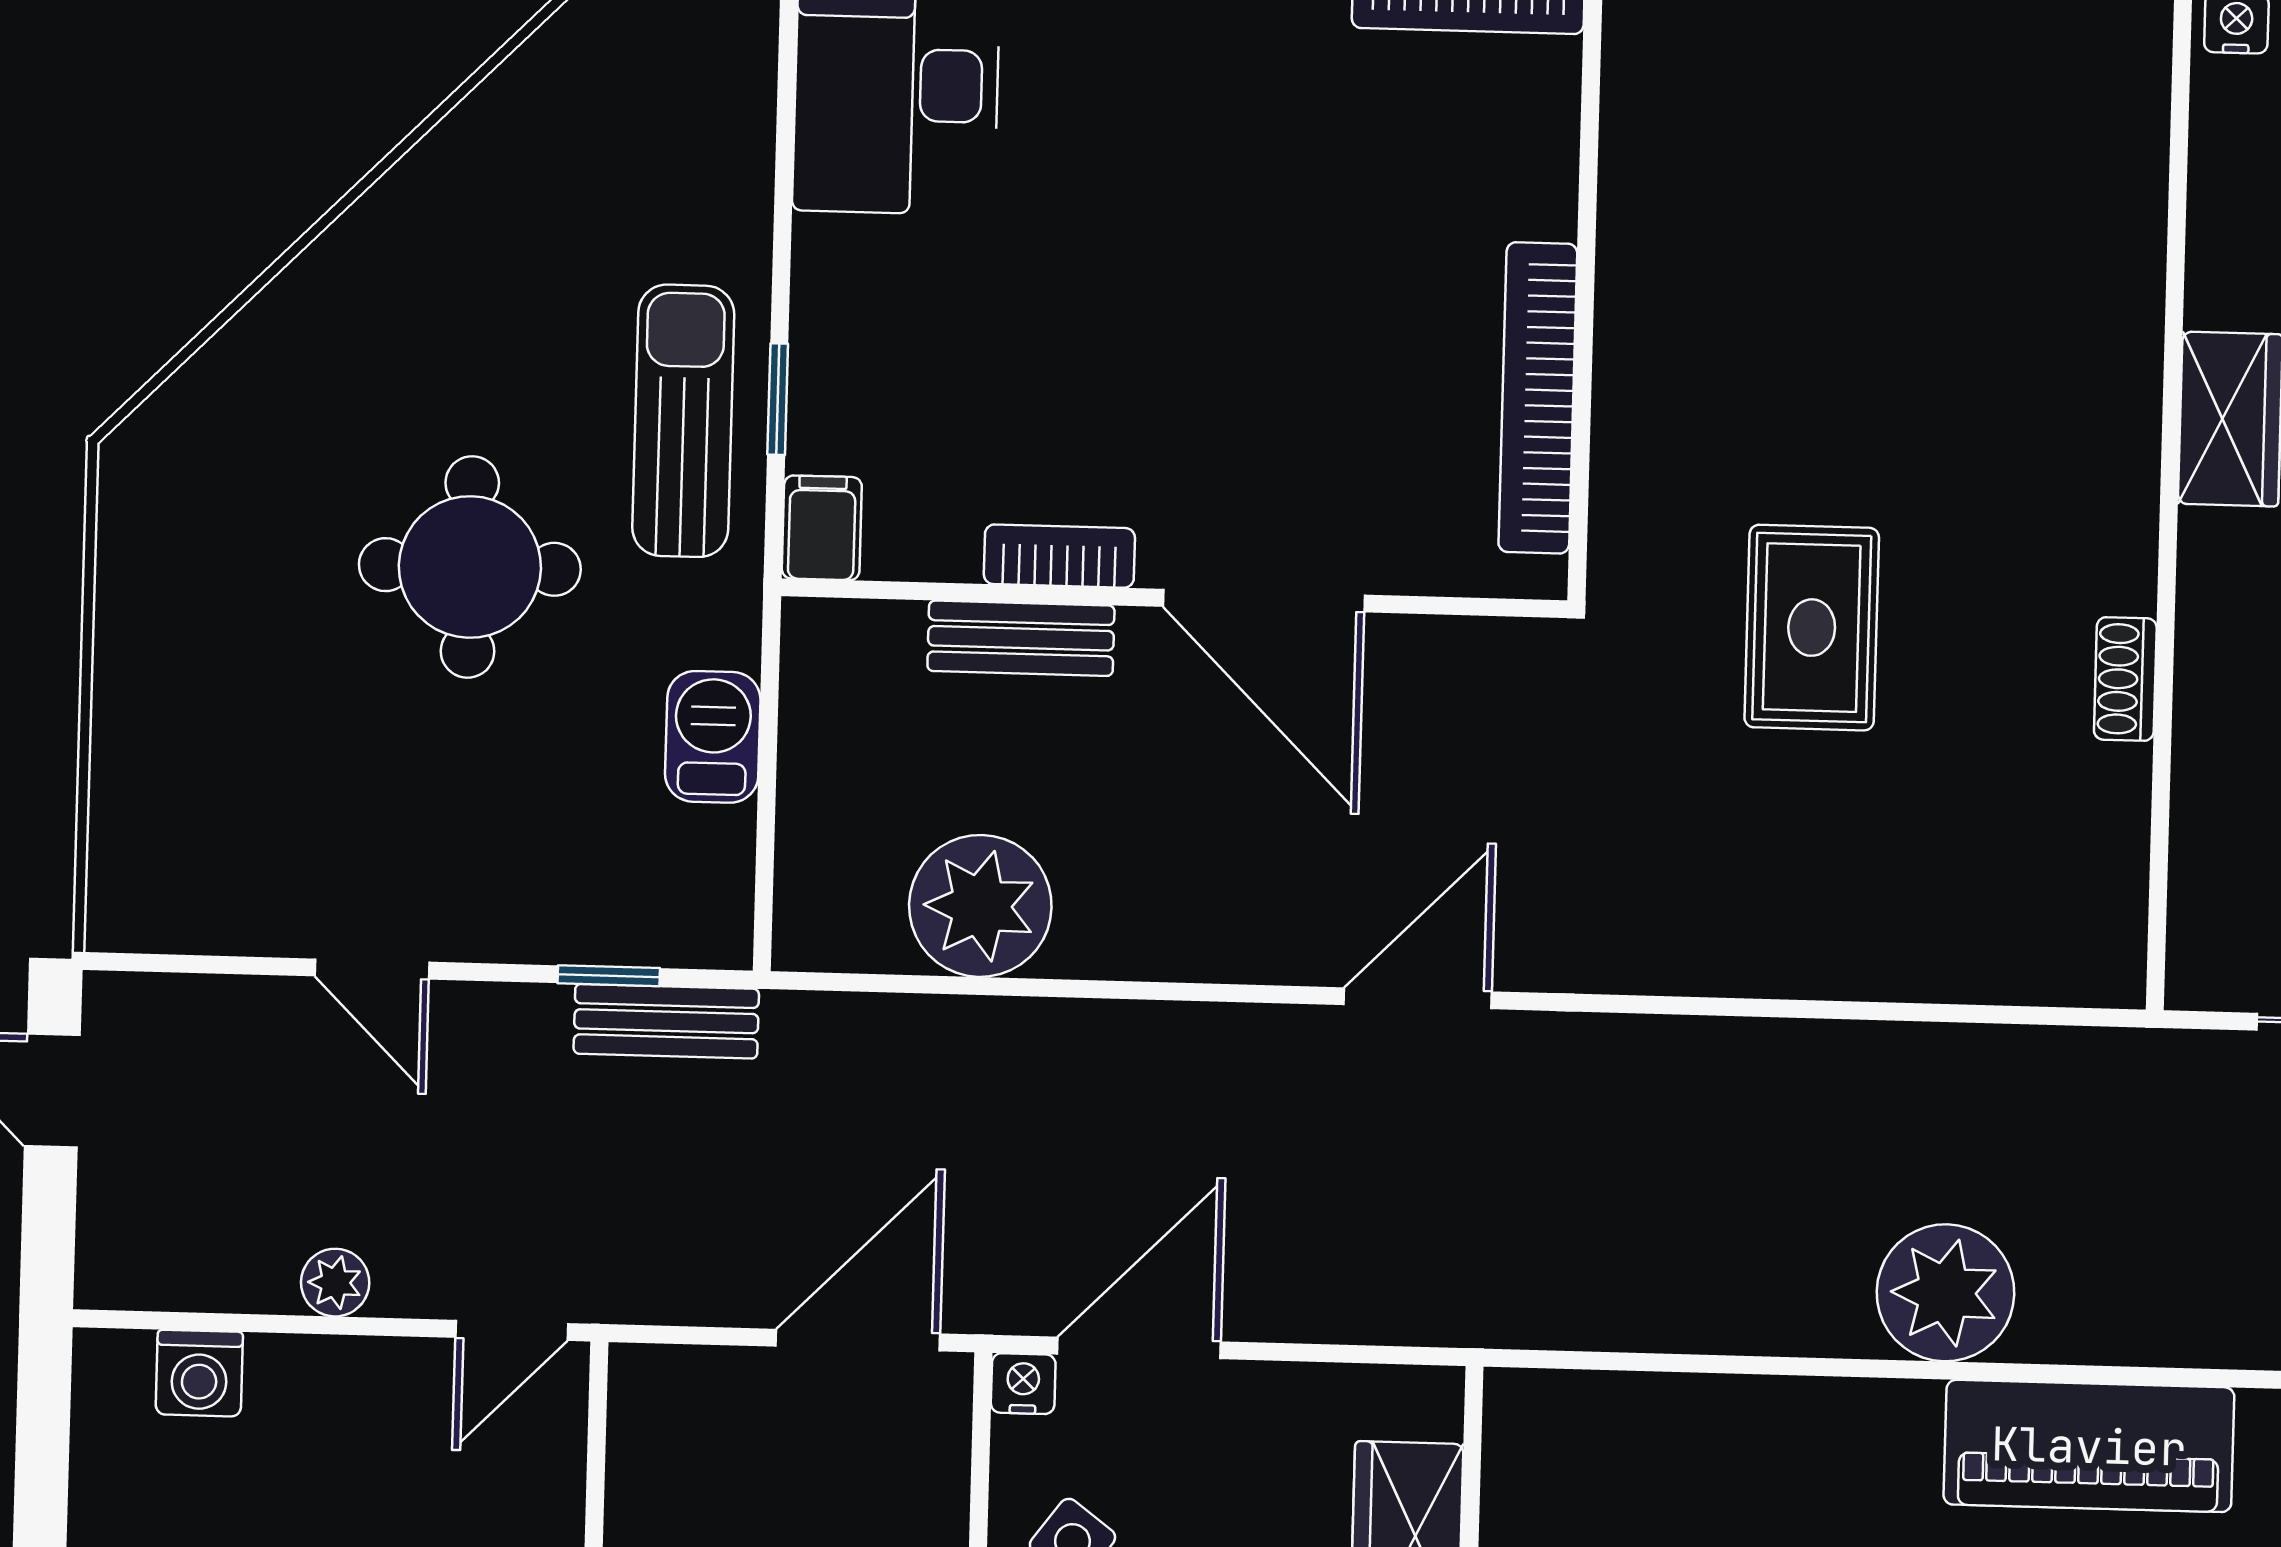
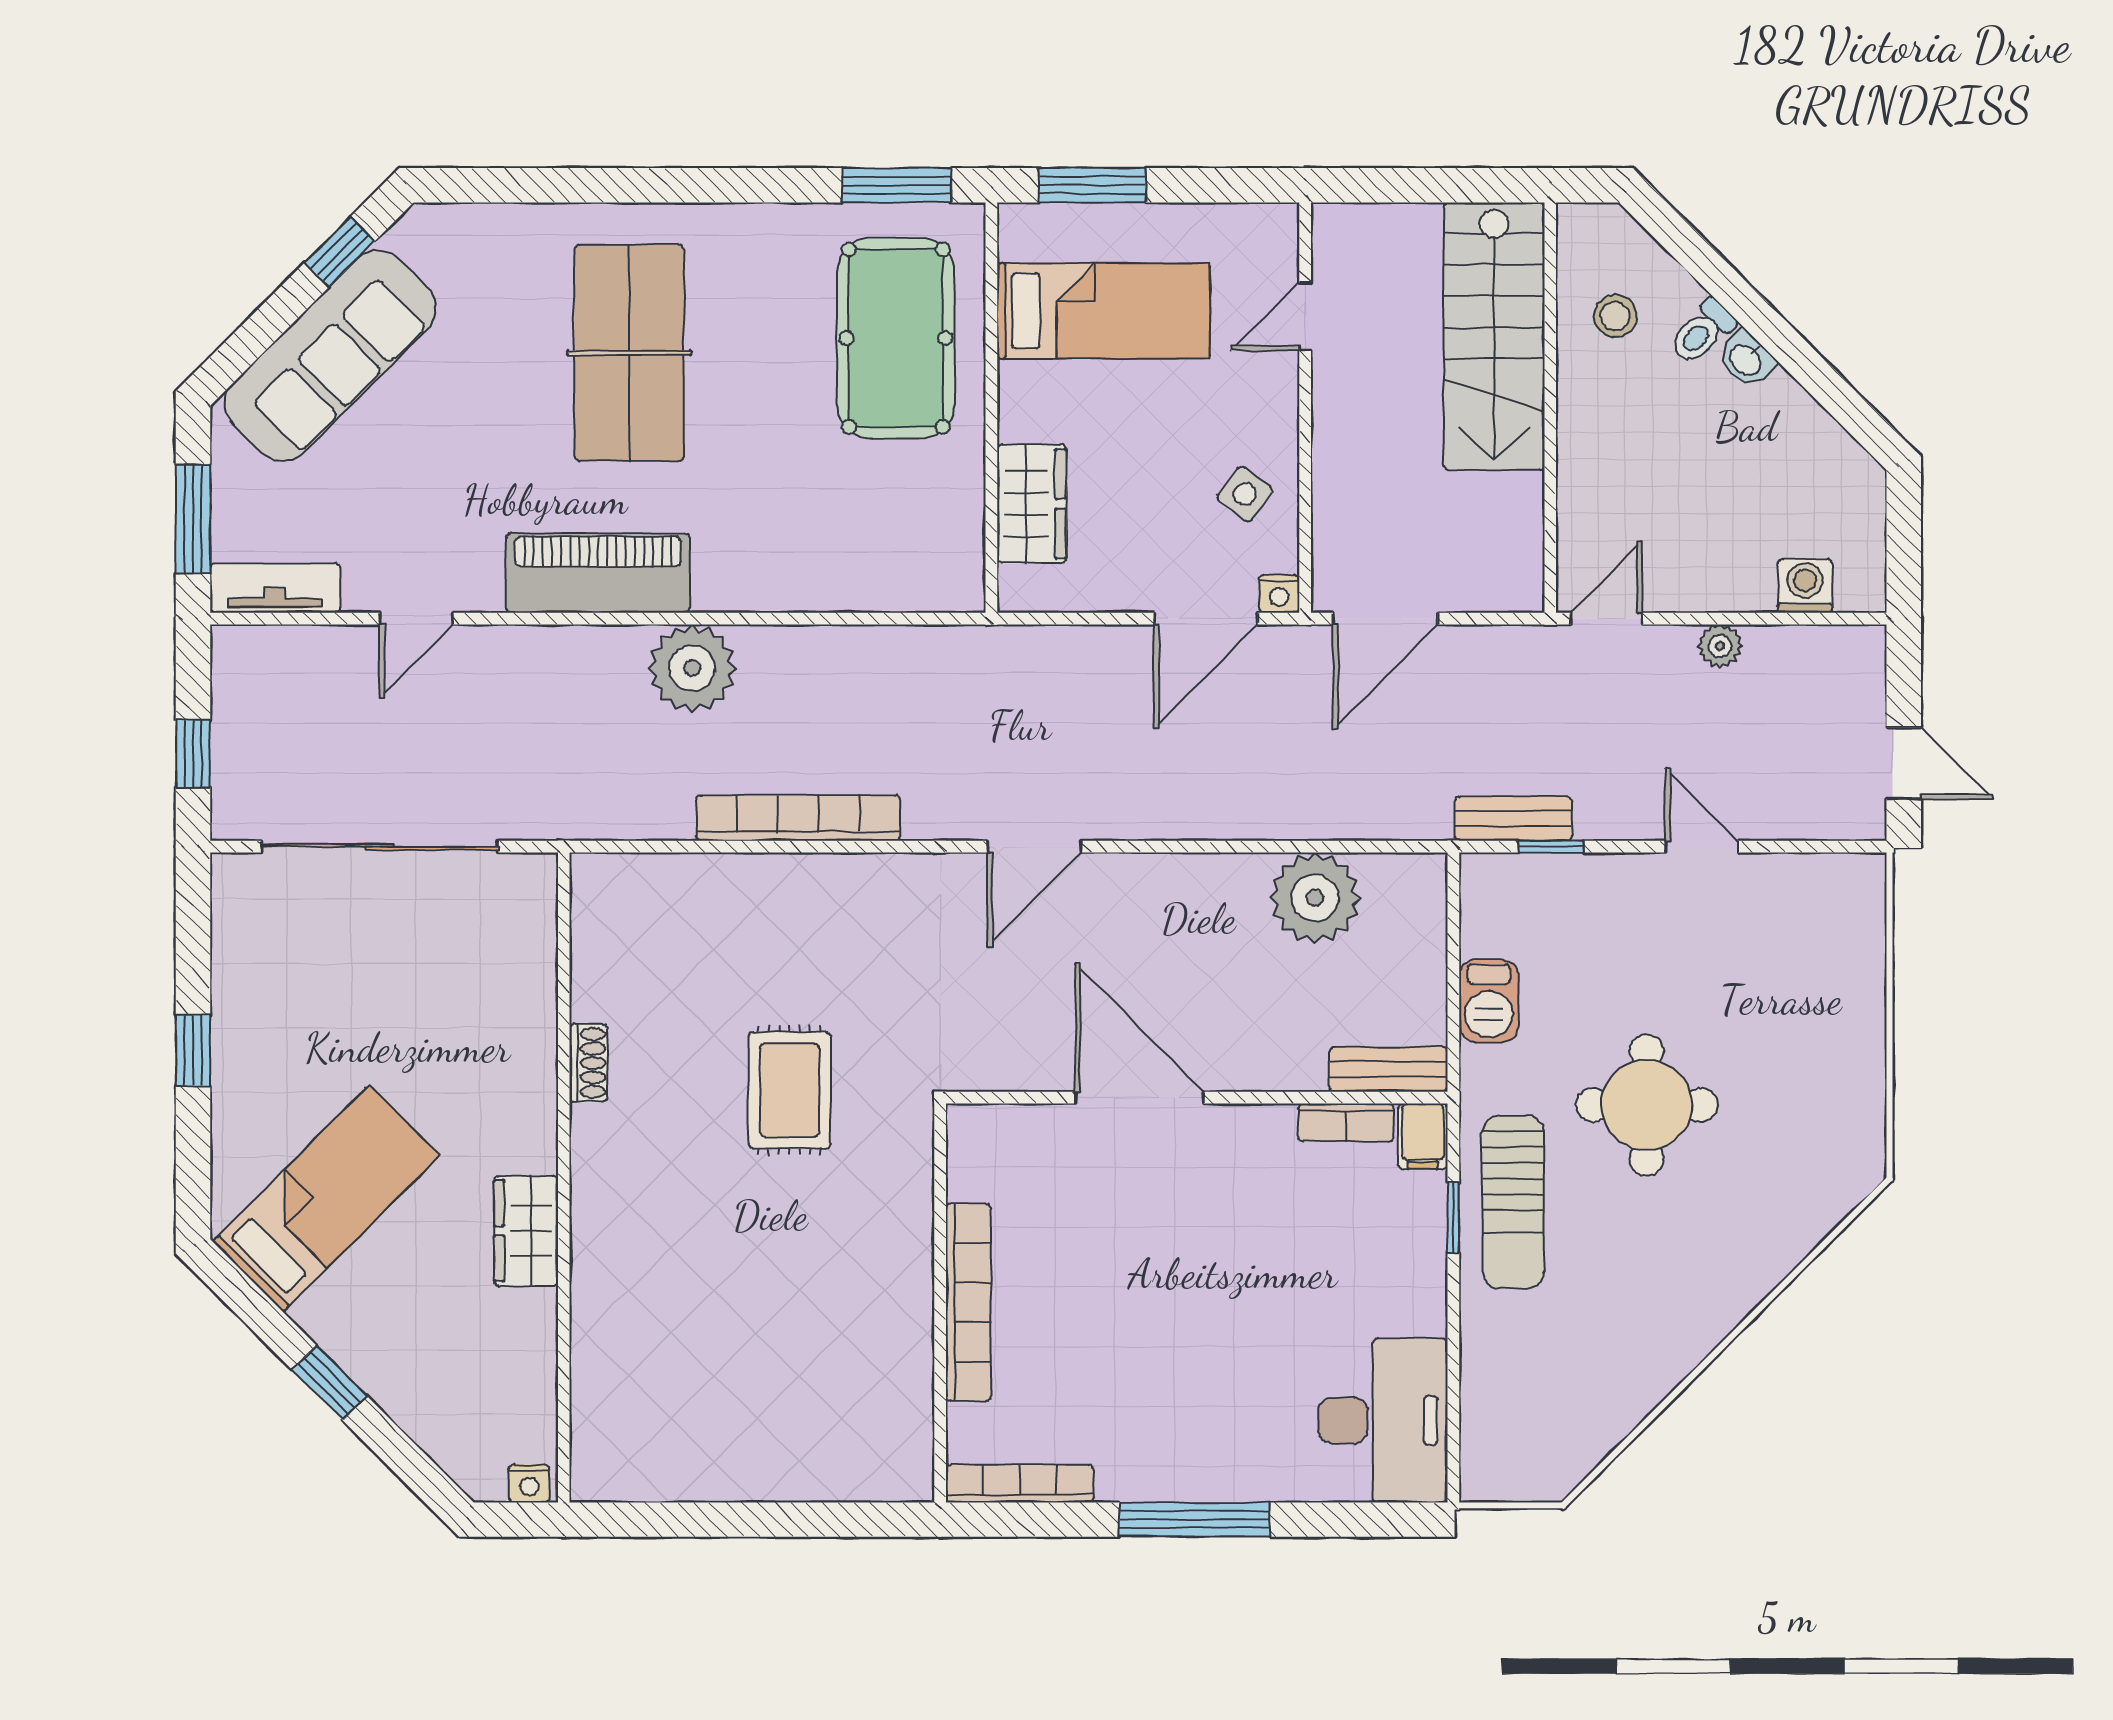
bookcase: (1538, 398) -> (968, 1302), moved
bookcase: (1059, 556) -> (1346, 1122), moved
bench: (1021, 638) -> (1388, 1069), moved
bookcase: (1786, 1054) -> (798, 818), added

